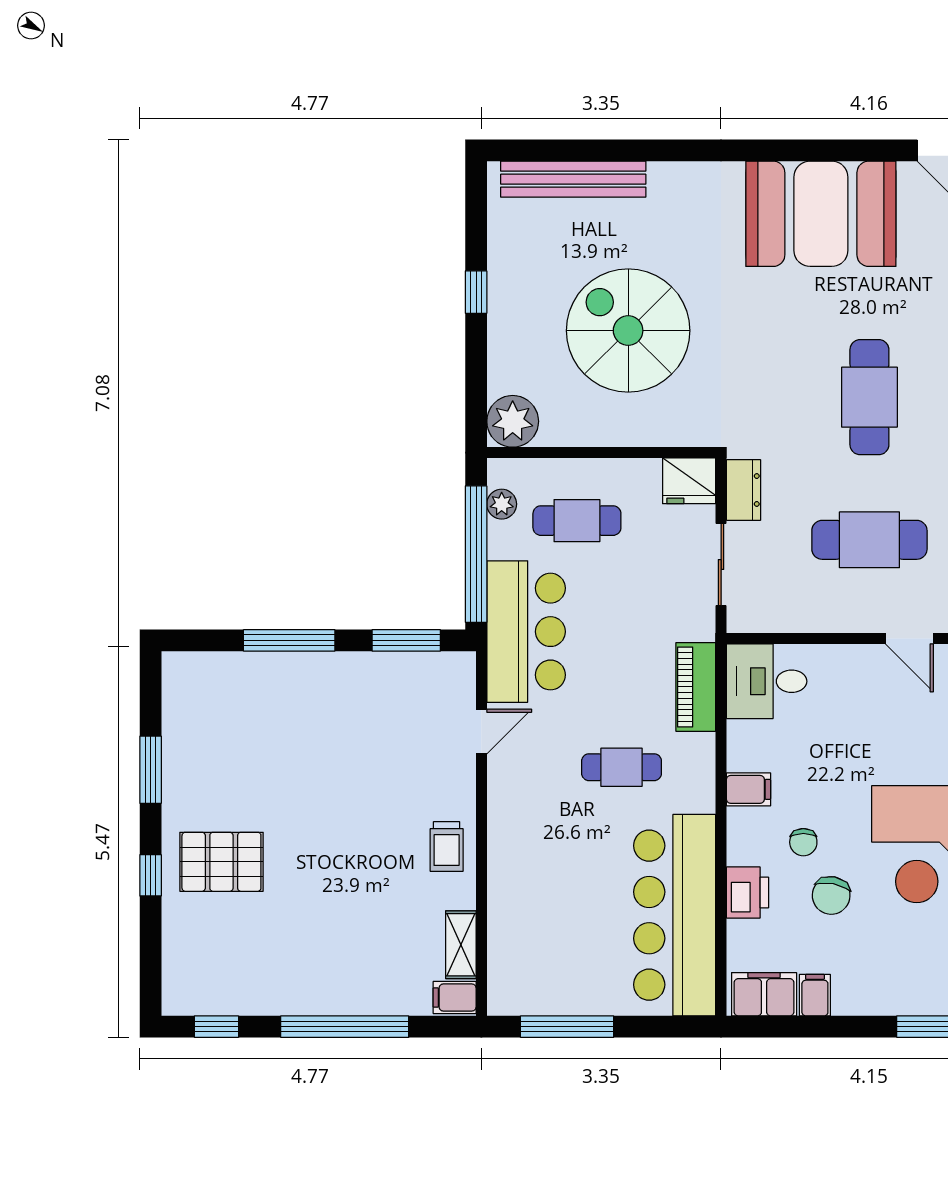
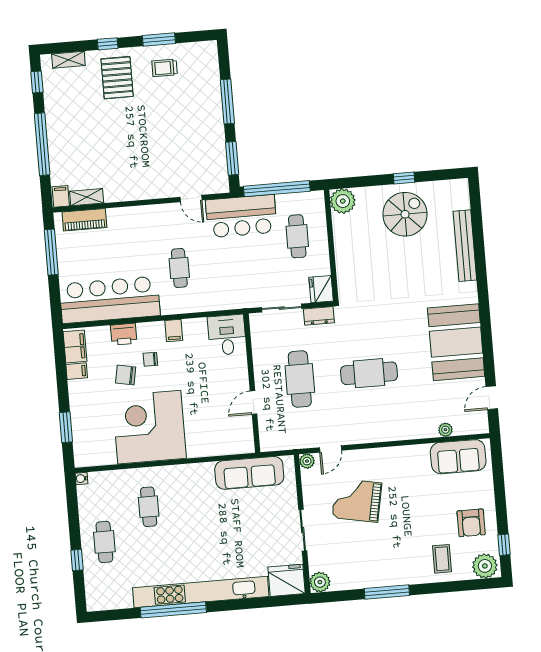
bench: (573, 179) -> (465, 246), moved
spiral stairs: (628, 331) -> (405, 214), moved, width x0.73, depth x0.73
plant: (502, 504) -> (302, 199), removed
piano: (696, 687) -> (84, 220), moved, turned 180
trolley: (447, 847) -> (165, 68), moved
shelving: (176, 958) -> (68, 60), added

